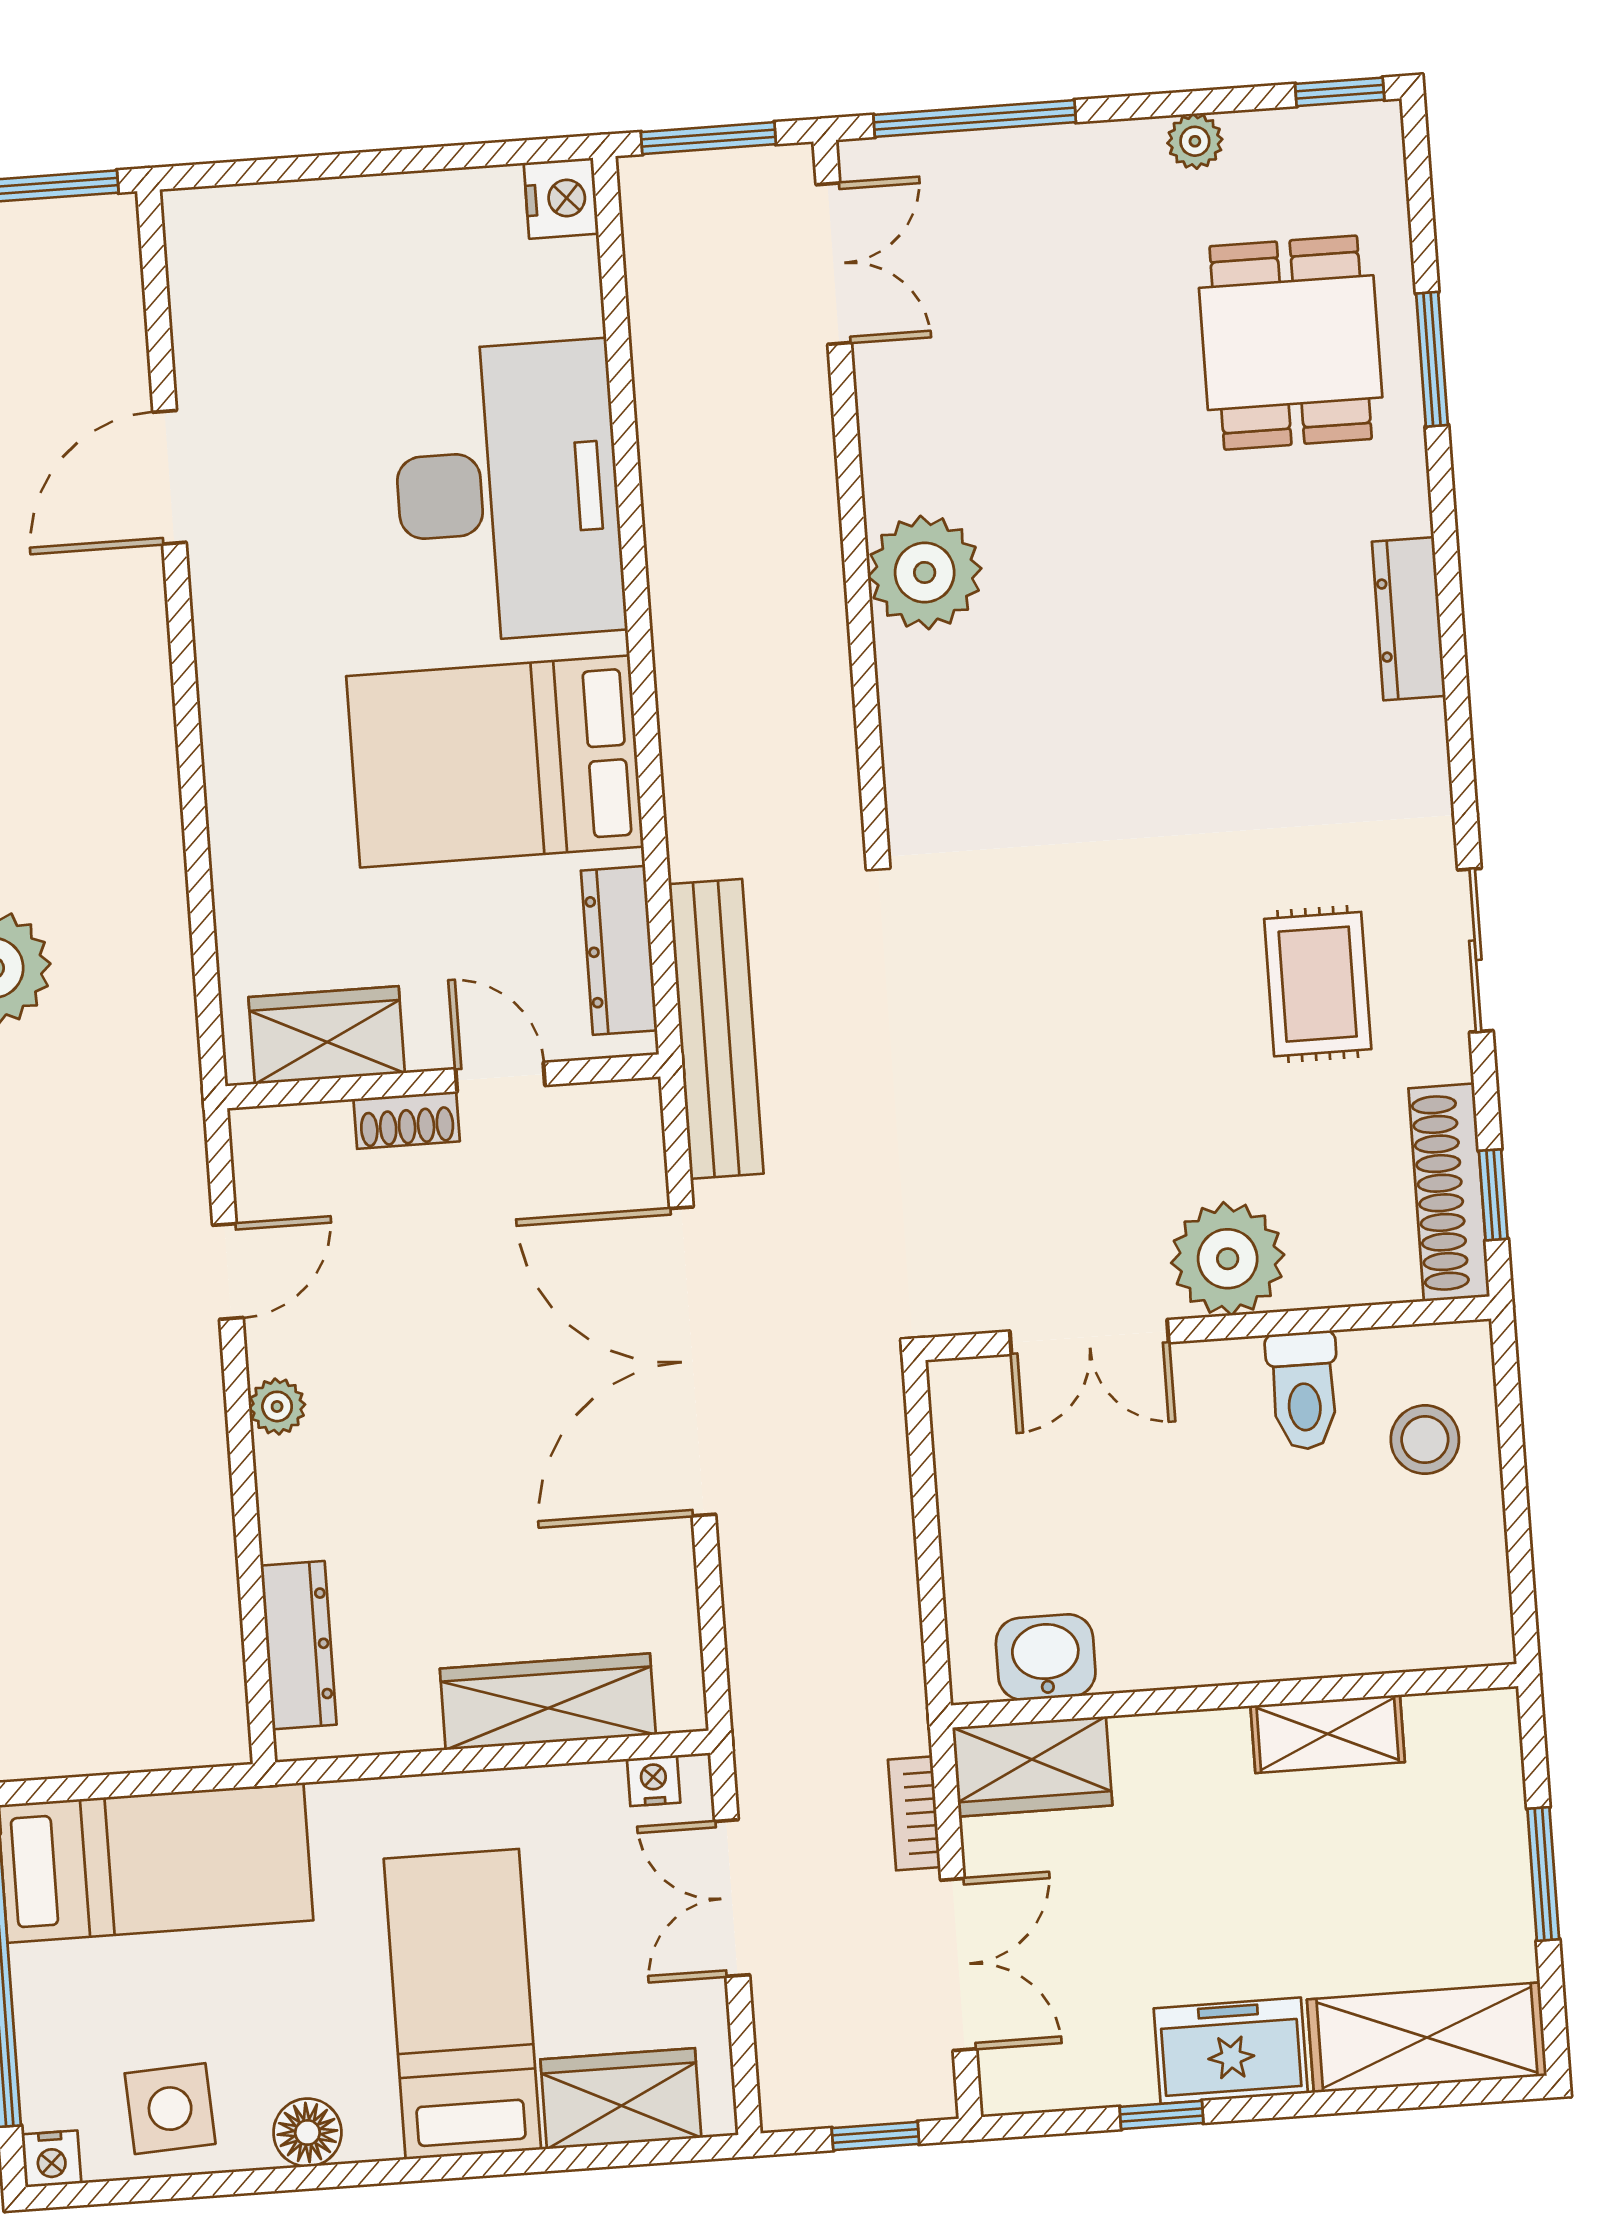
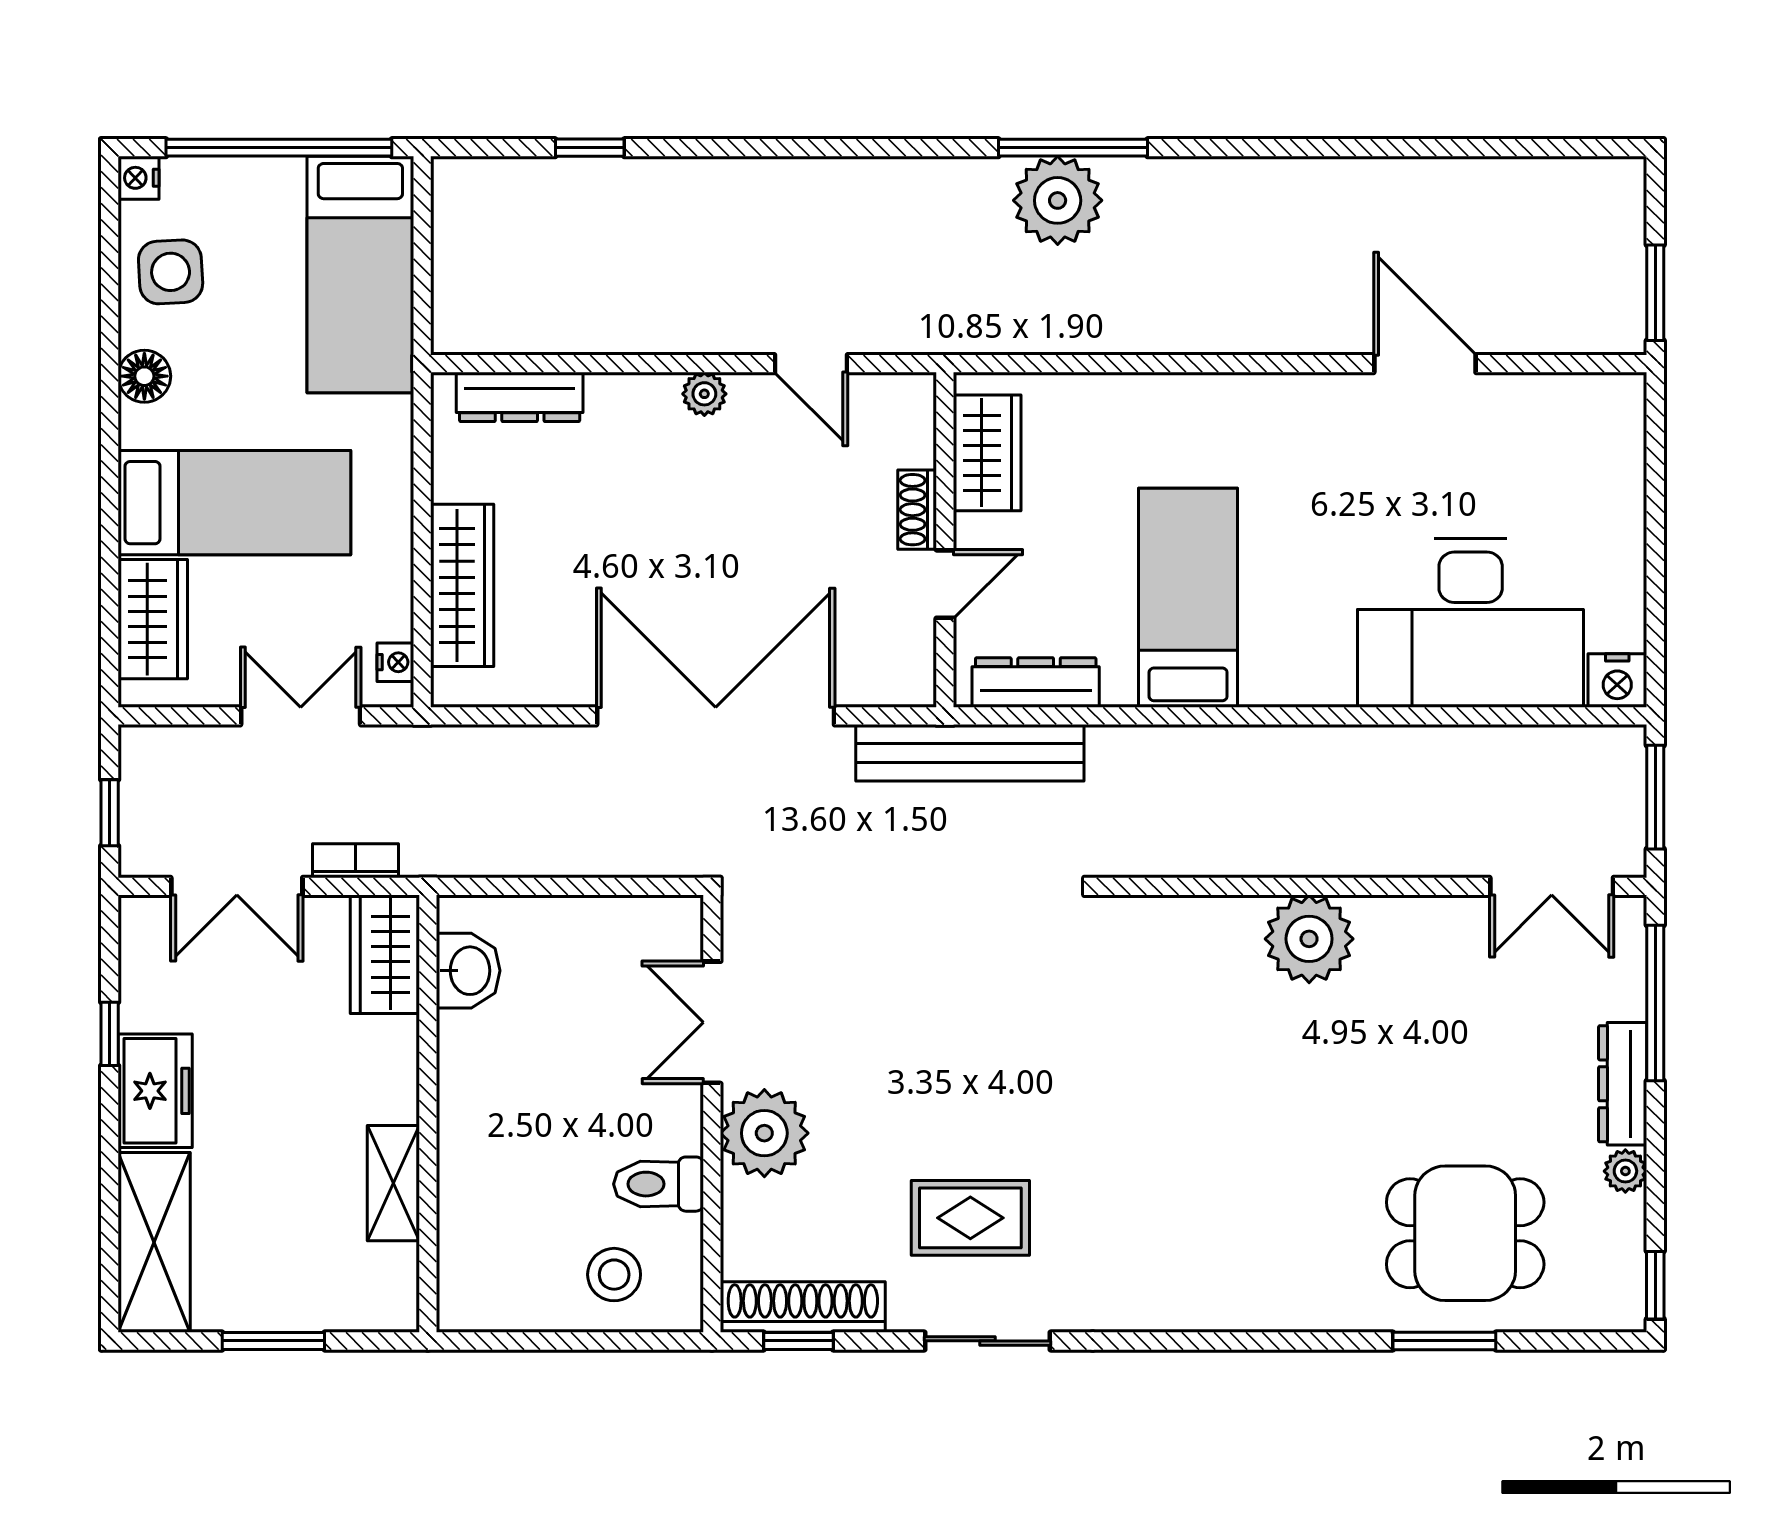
desk: (508, 492) -> (1471, 623), moved
dresser: (1409, 619) -> (1623, 1084), moved, turned -90
bed: (495, 761) -> (1188, 598), width x0.67

